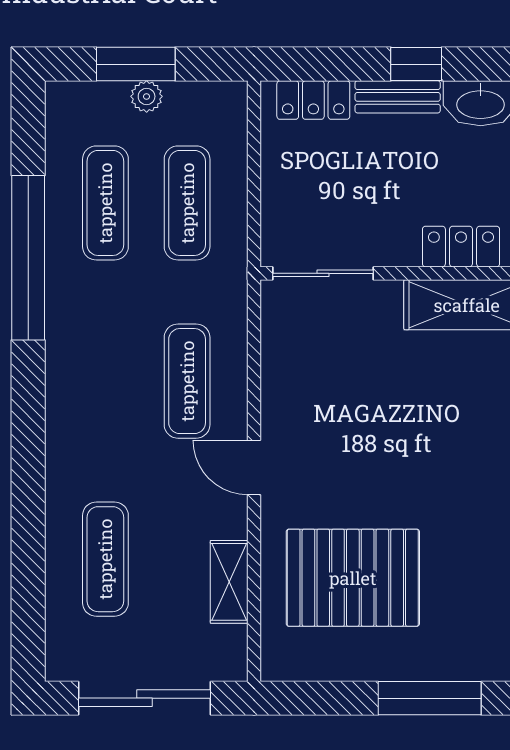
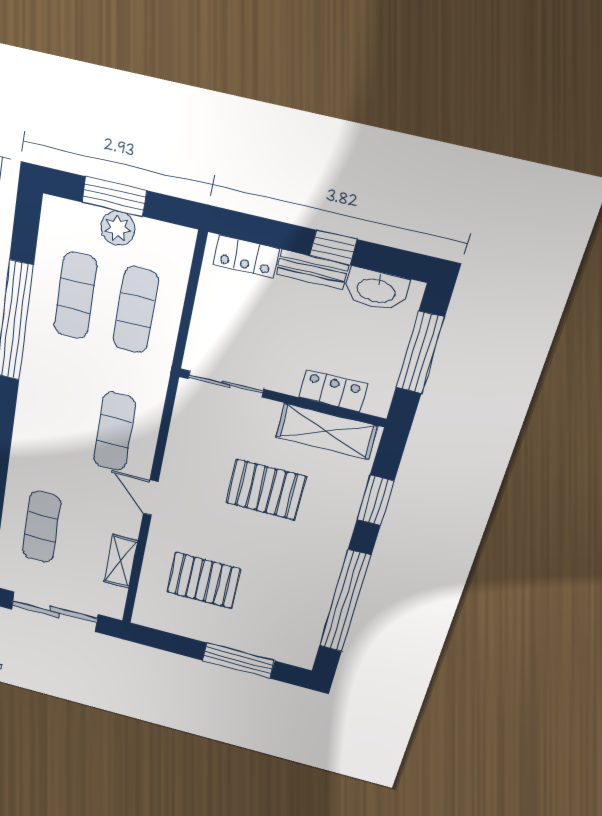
plant: (147, 96) -> (118, 228), width x1.38, depth x1.38
pallet: (408, 411) -> (266, 490), added
pallet: (353, 578) -> (204, 580), width x0.73, depth x0.71

